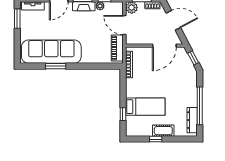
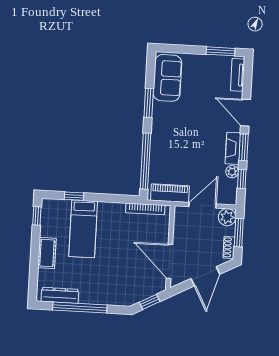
sofa: (51, 52) -> (167, 78), width x0.54, depth x0.79
window: (96, 66) -> (145, 161), added
window: (156, 139) -> (37, 216), moved

